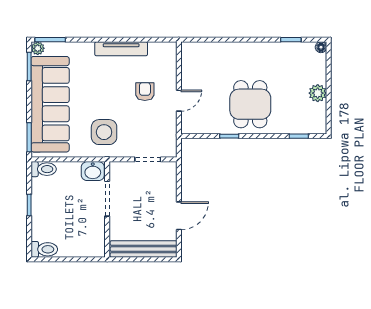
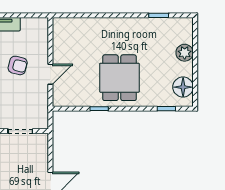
floor lamp: (321, 47) -> (183, 87), moved, width x1.89, depth x1.89
armchair: (145, 92) -> (18, 65), turned 104
plant: (318, 93) -> (185, 53), moved

